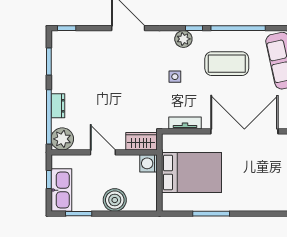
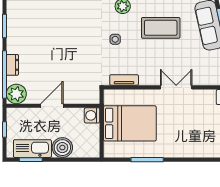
double door: (244, 131) -> (176, 87), width x0.54
wardrobe: (141, 141) -> (86, 96), removed
door: (103, 152) -> (52, 106), hinge flipped
kitchen sink: (61, 190) -> (32, 149), moved, turned -90

